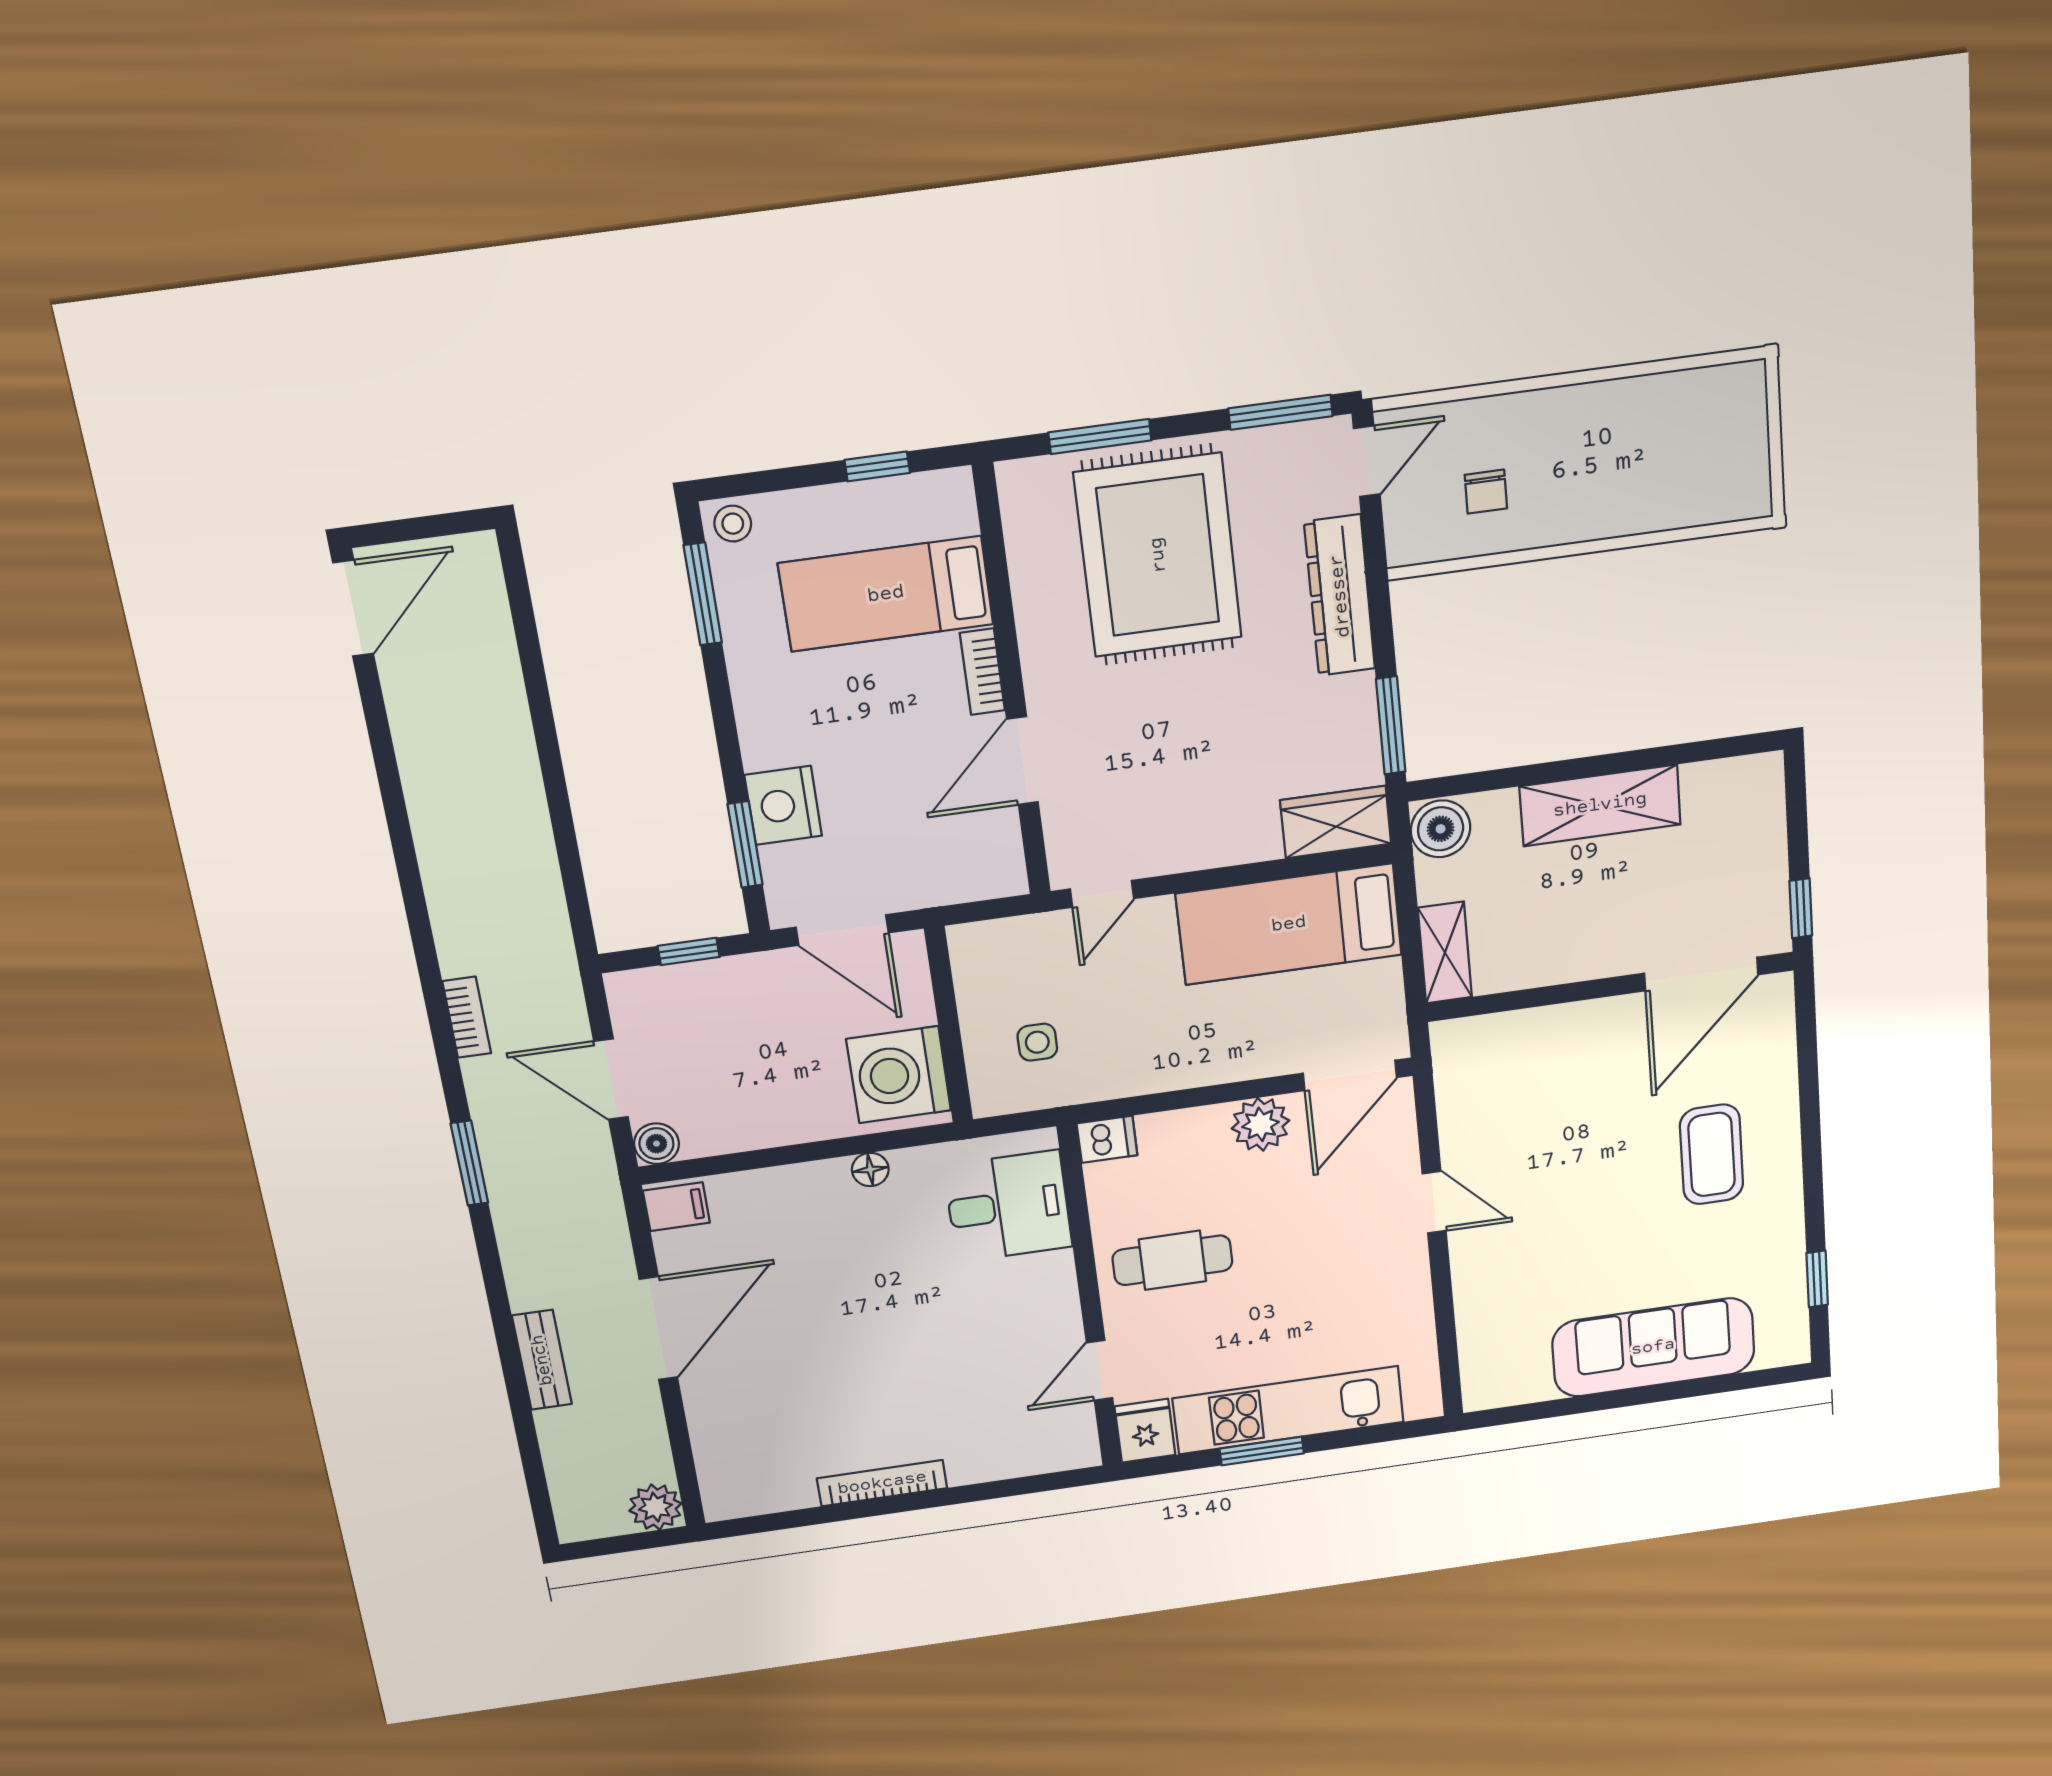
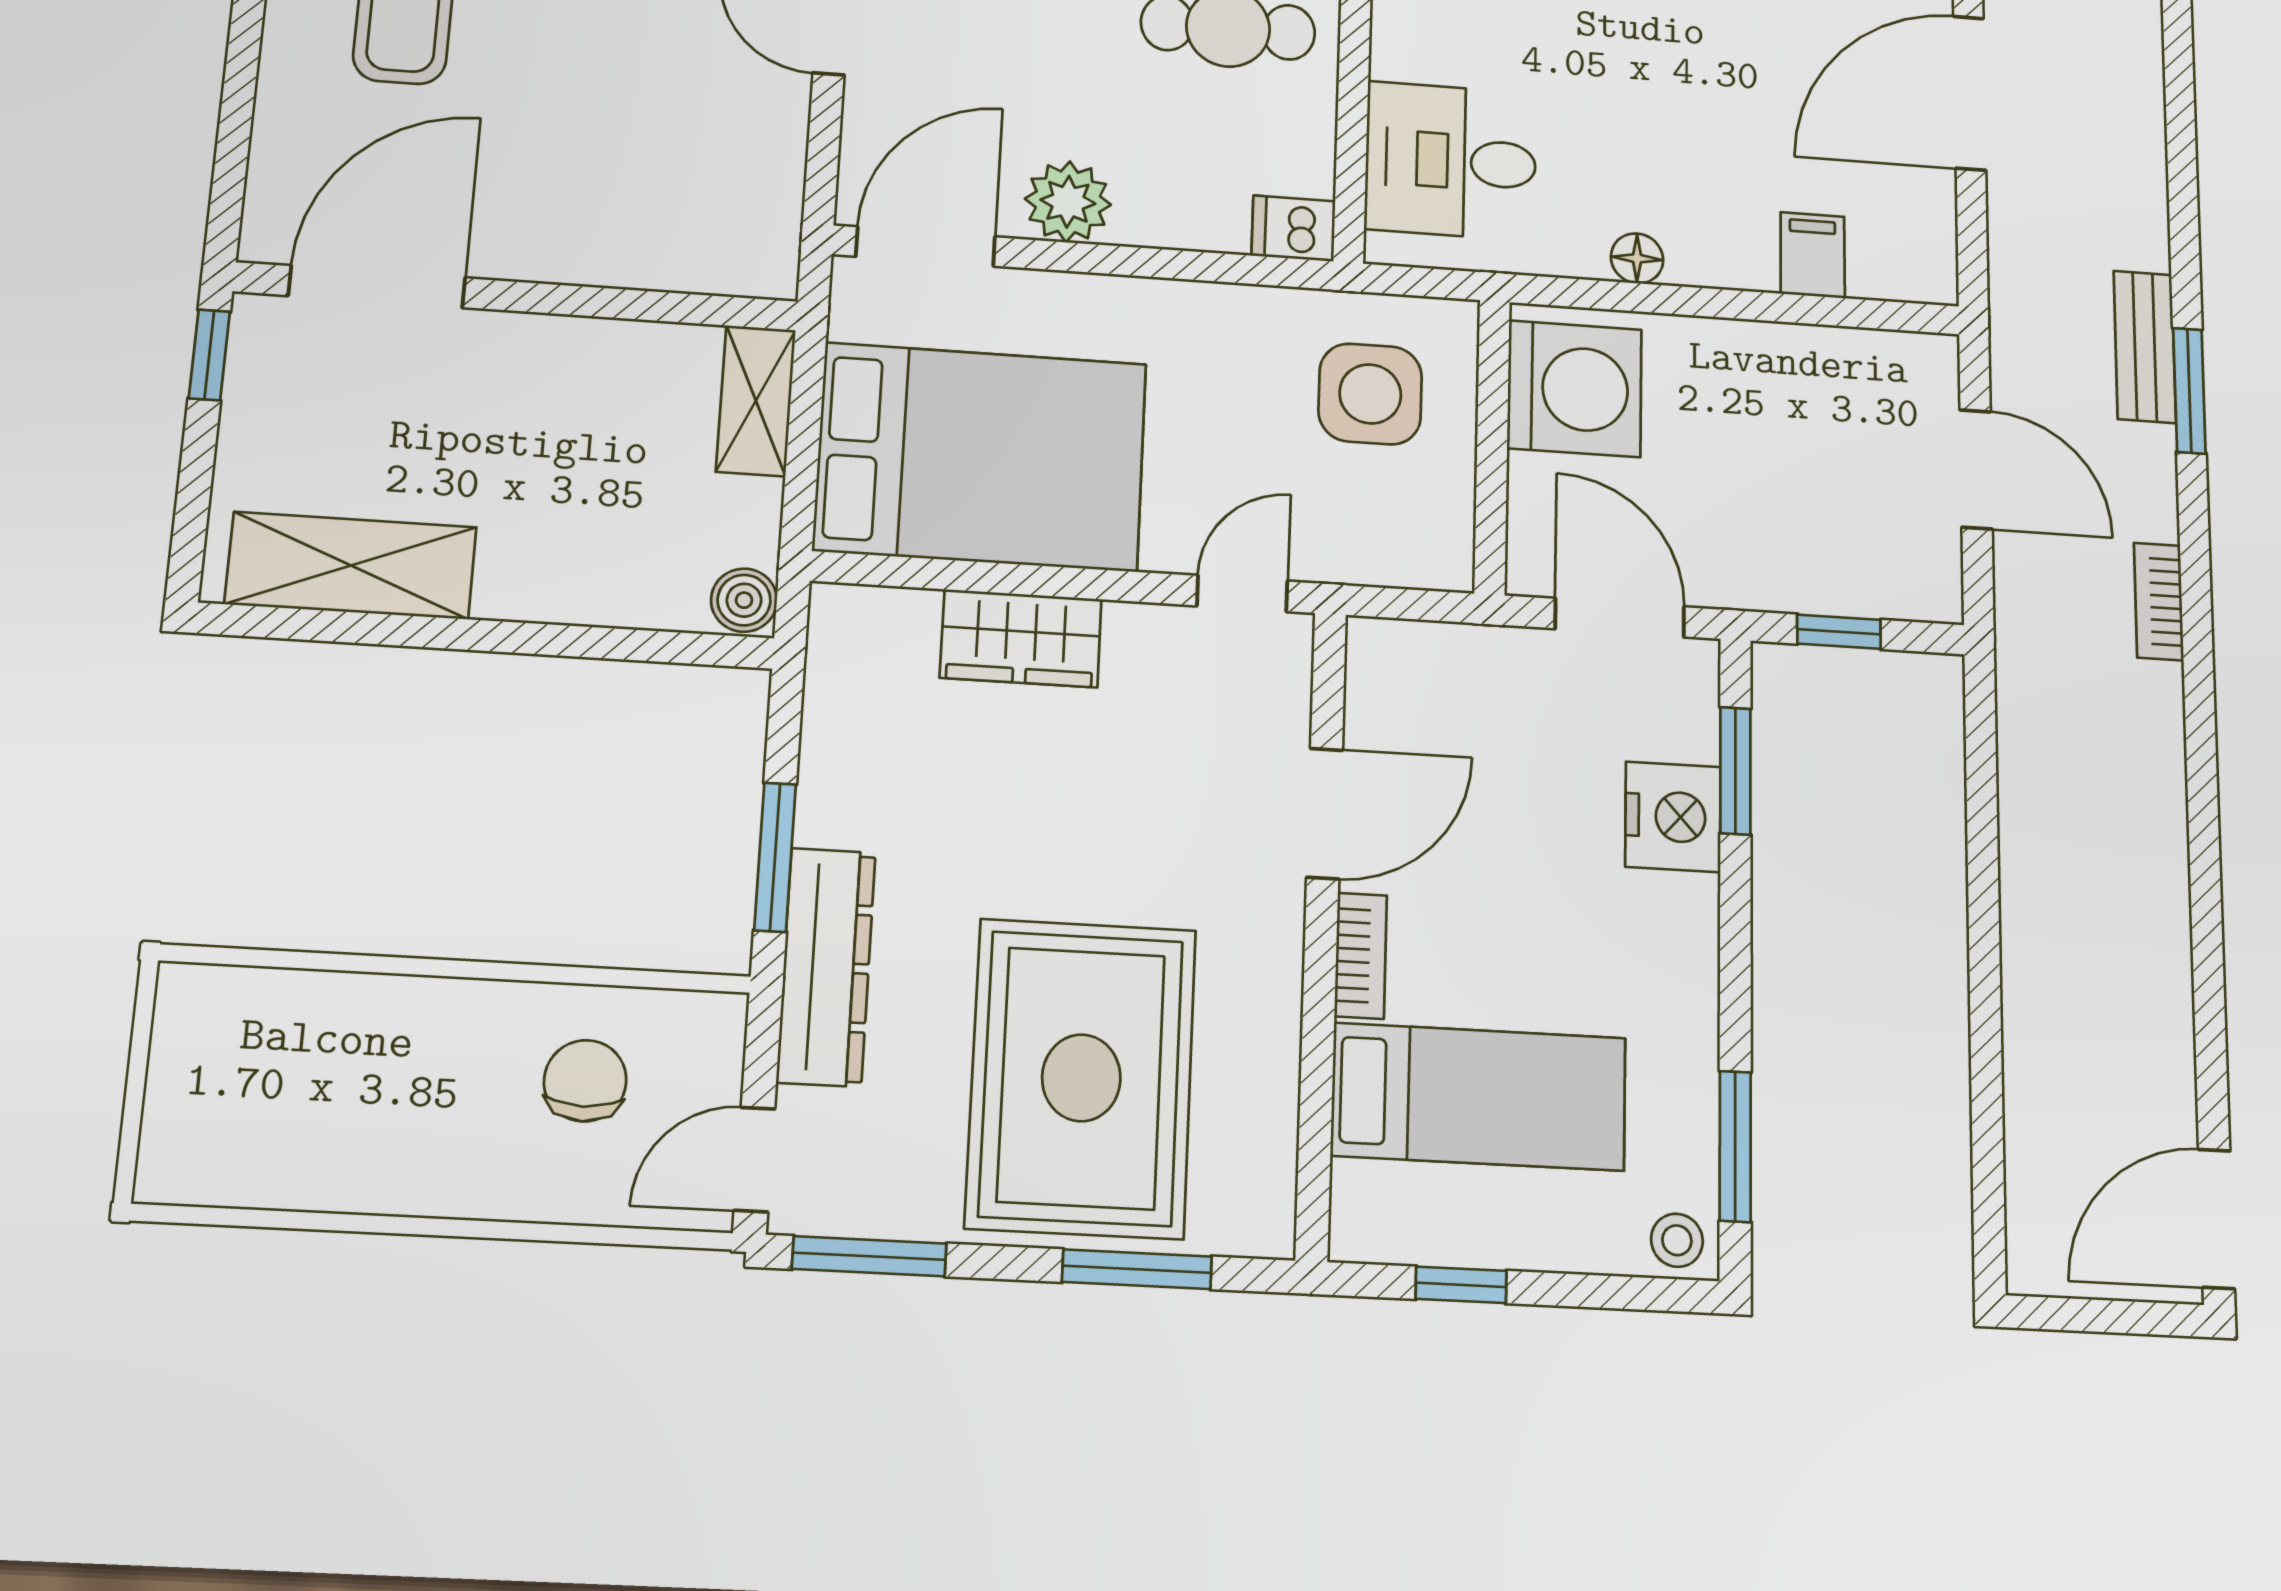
chair: (1486, 492) -> (585, 1081), width x1.37, depth x1.37
window: (1391, 725) -> (775, 857), moved
shelving: (1600, 805) -> (351, 566), moved
wardrobe: (1336, 822) -> (1021, 638), moved
boiler: (1441, 829) -> (744, 600), width x0.73, depth x0.73
bed: (1289, 924) -> (981, 457), width x1.50
side table: (1037, 1042) -> (1370, 394), width x1.87, depth x1.87
boiler: (656, 1144) -> (1929, 362), removed
filing cabinet: (676, 1207) -> (1813, 255), moved, turned 90
bench: (542, 1360) -> (2145, 347), moved

